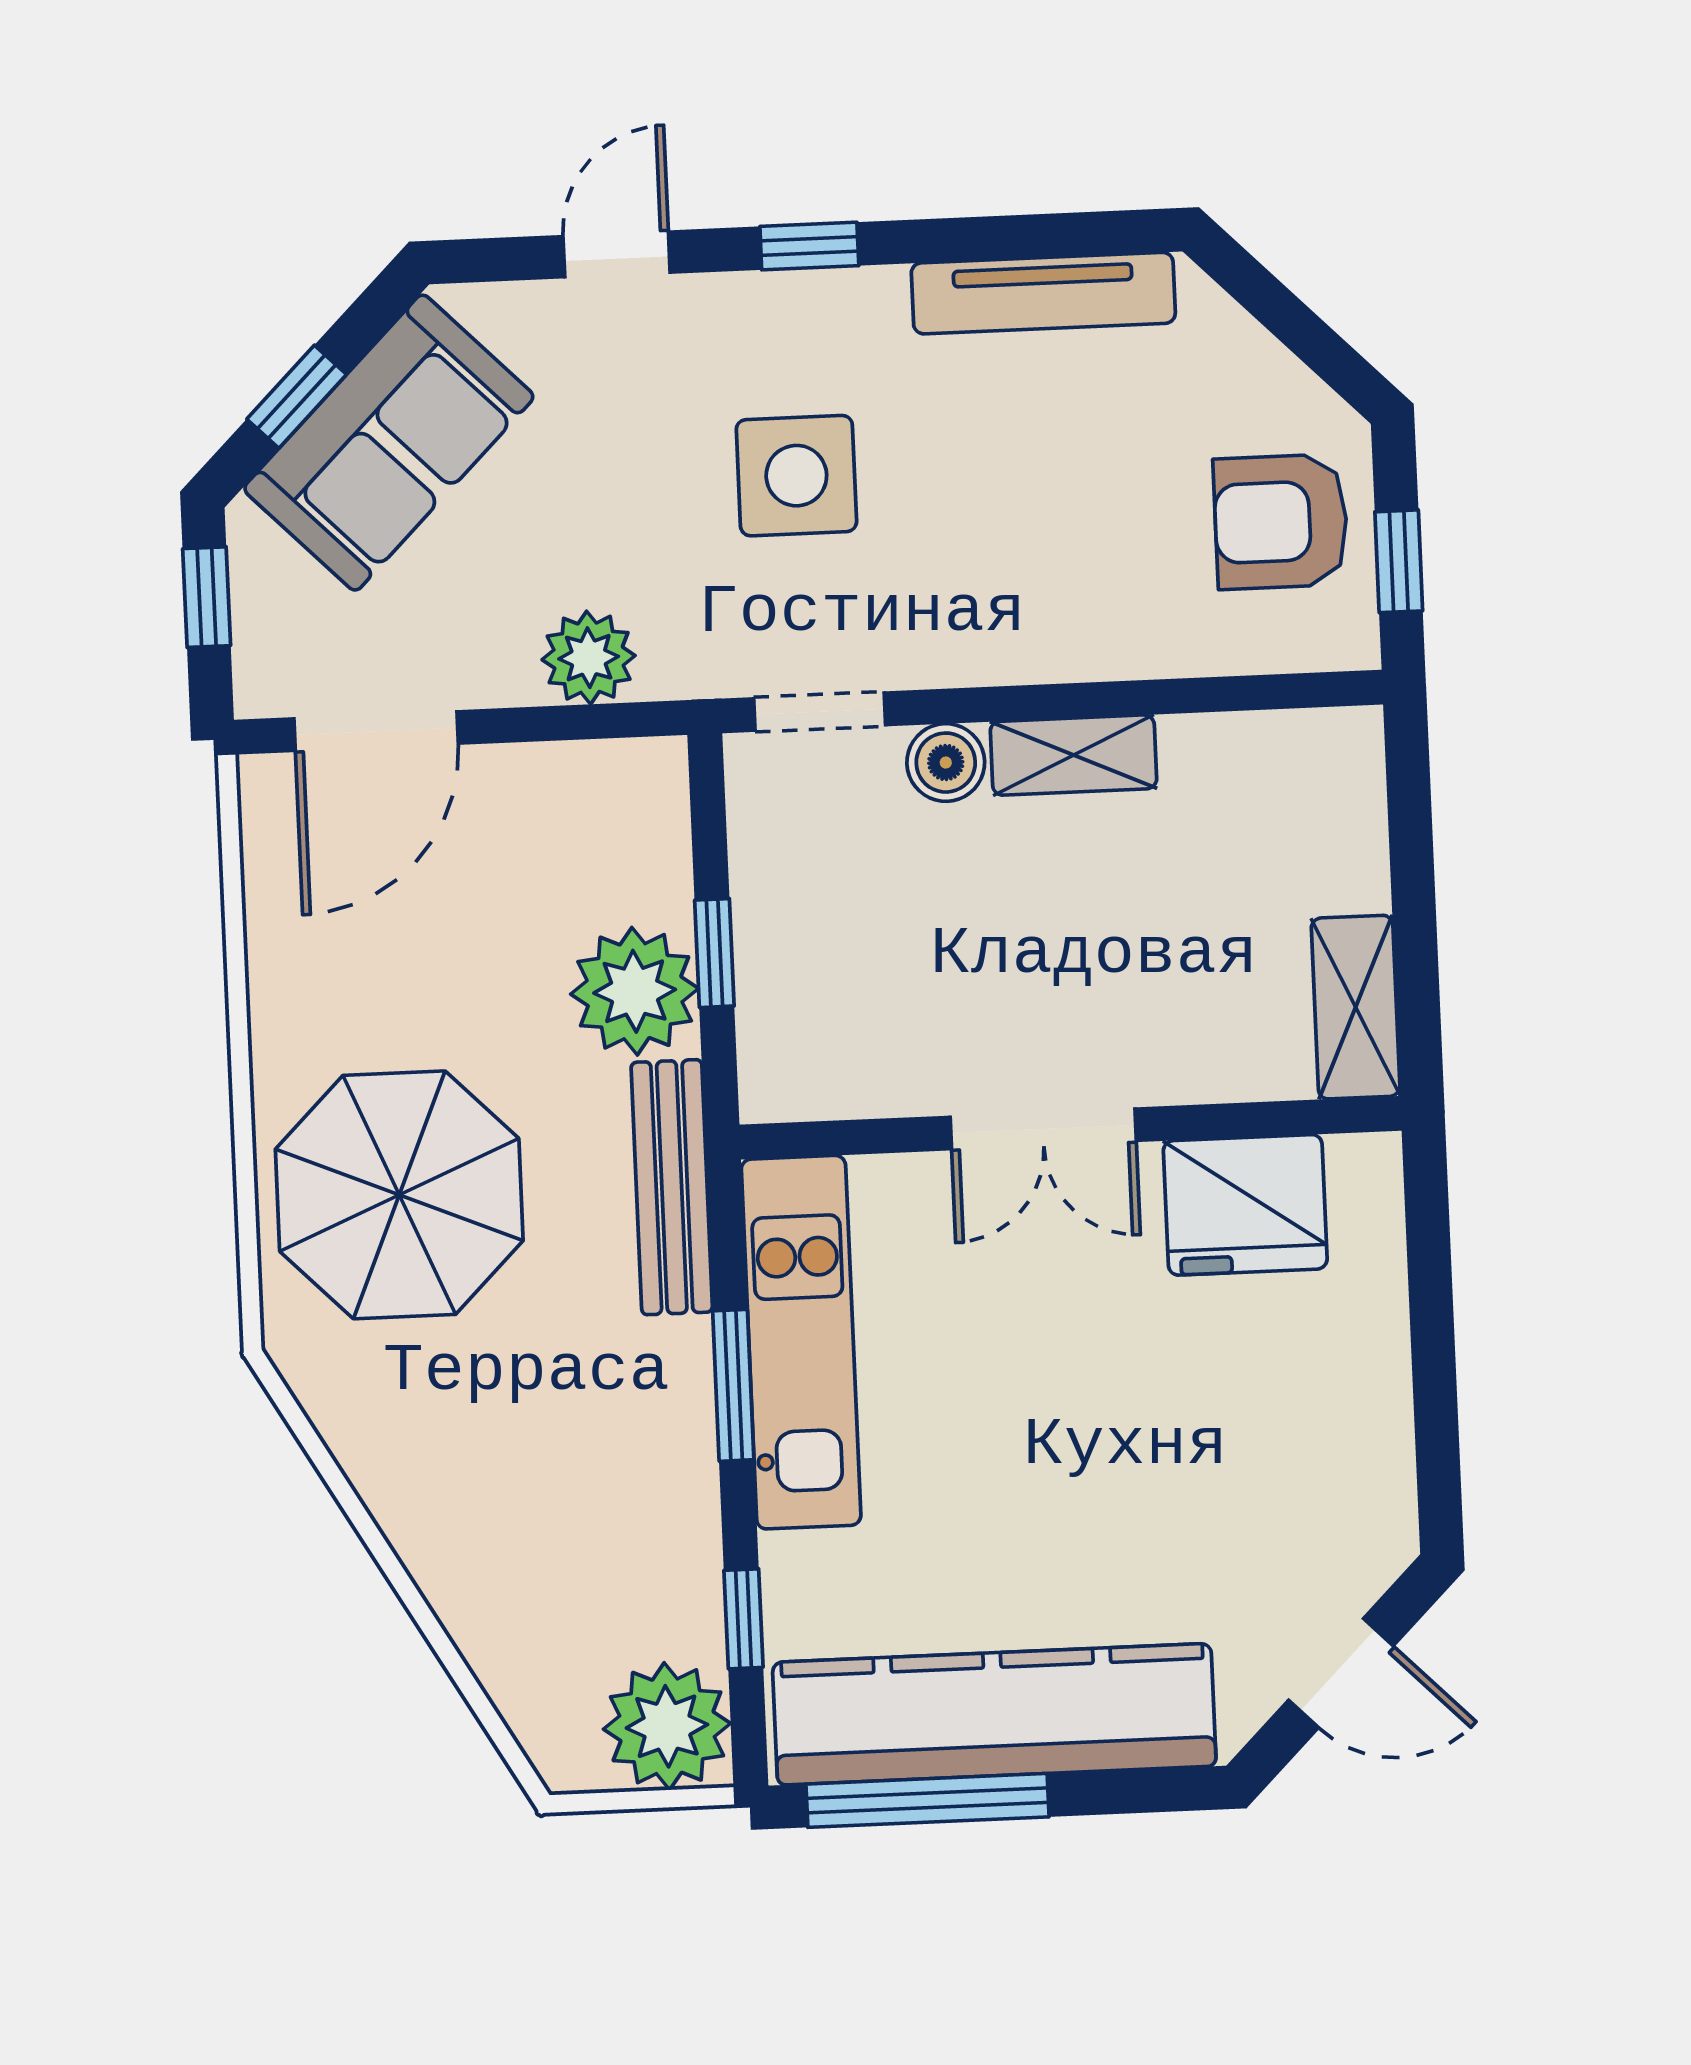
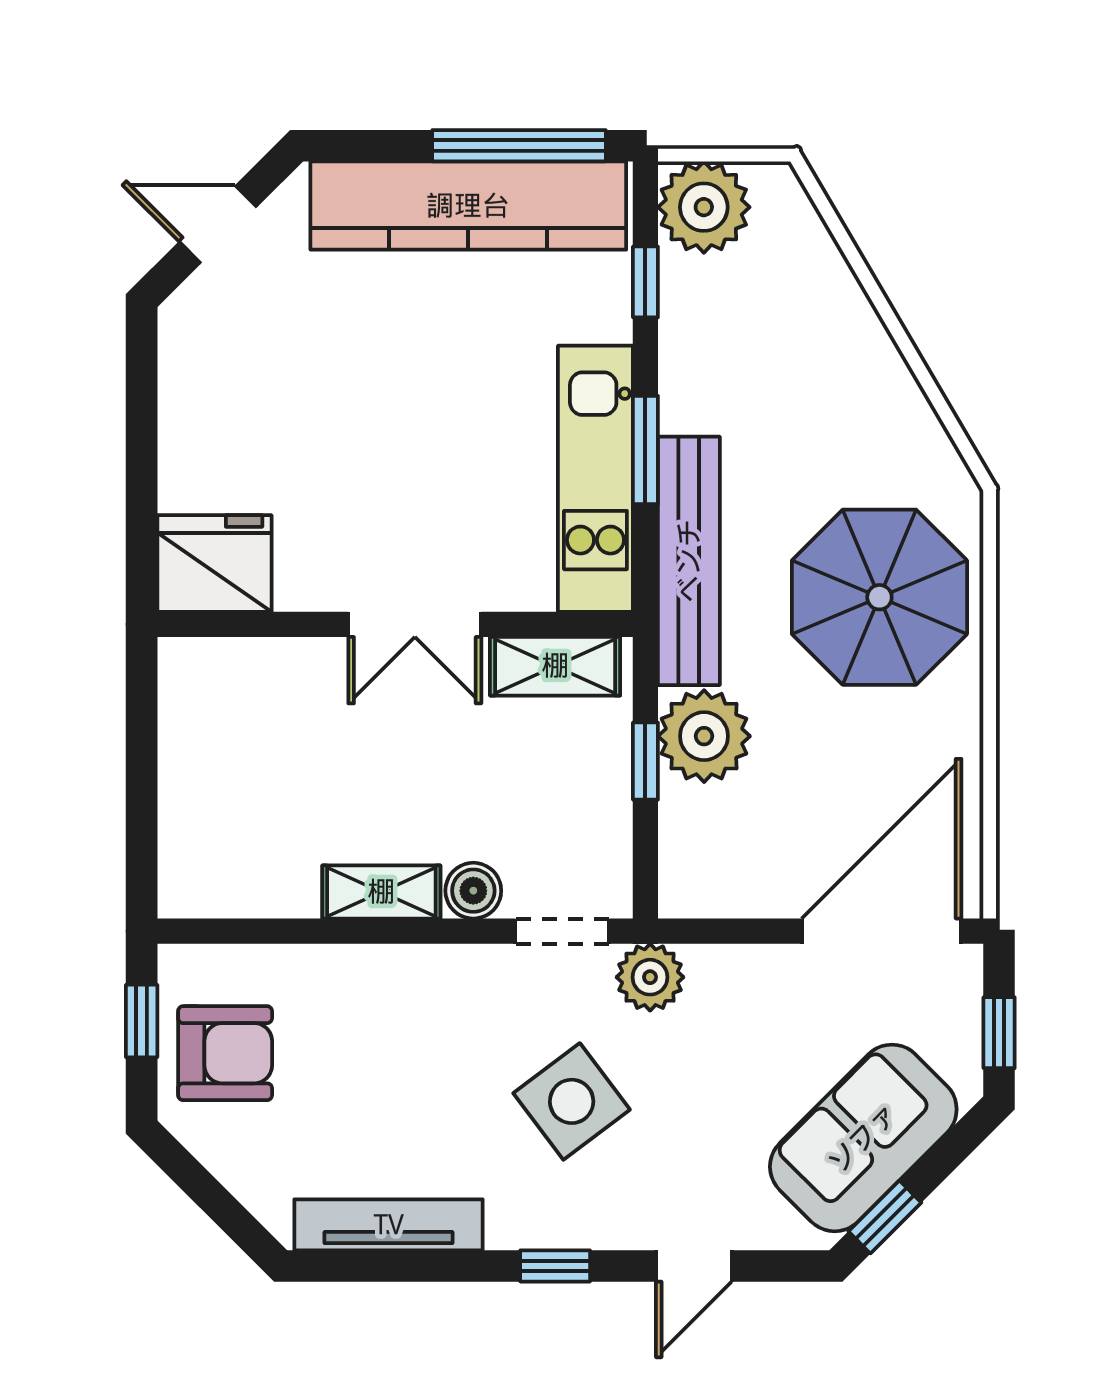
window: (297, 397) -> (885, 1217), moved
side table: (796, 476) -> (572, 1101), turned -37
plant: (589, 658) -> (650, 977), moved
door: (376, 731) -> (881, 931), width x1.36
shelving: (1356, 1007) -> (555, 666), moved, turned 90
double door: (1043, 1129) -> (415, 624), swing flipped
bench: (672, 1187) -> (689, 561), width x1.37, depth x1.21
fridge: (1245, 1205) -> (214, 564), moved

